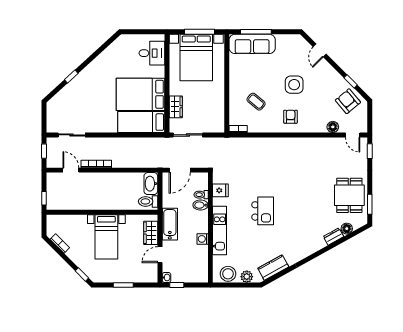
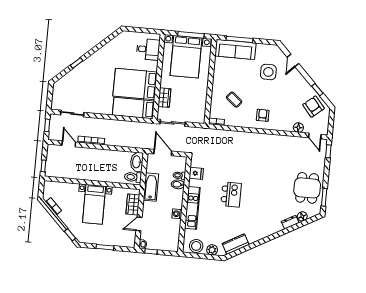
side table: (294, 85) -> (268, 72), moved
door: (180, 170) -> (163, 153), swing flipped
bathtub: (170, 224) -> (151, 187), moved

